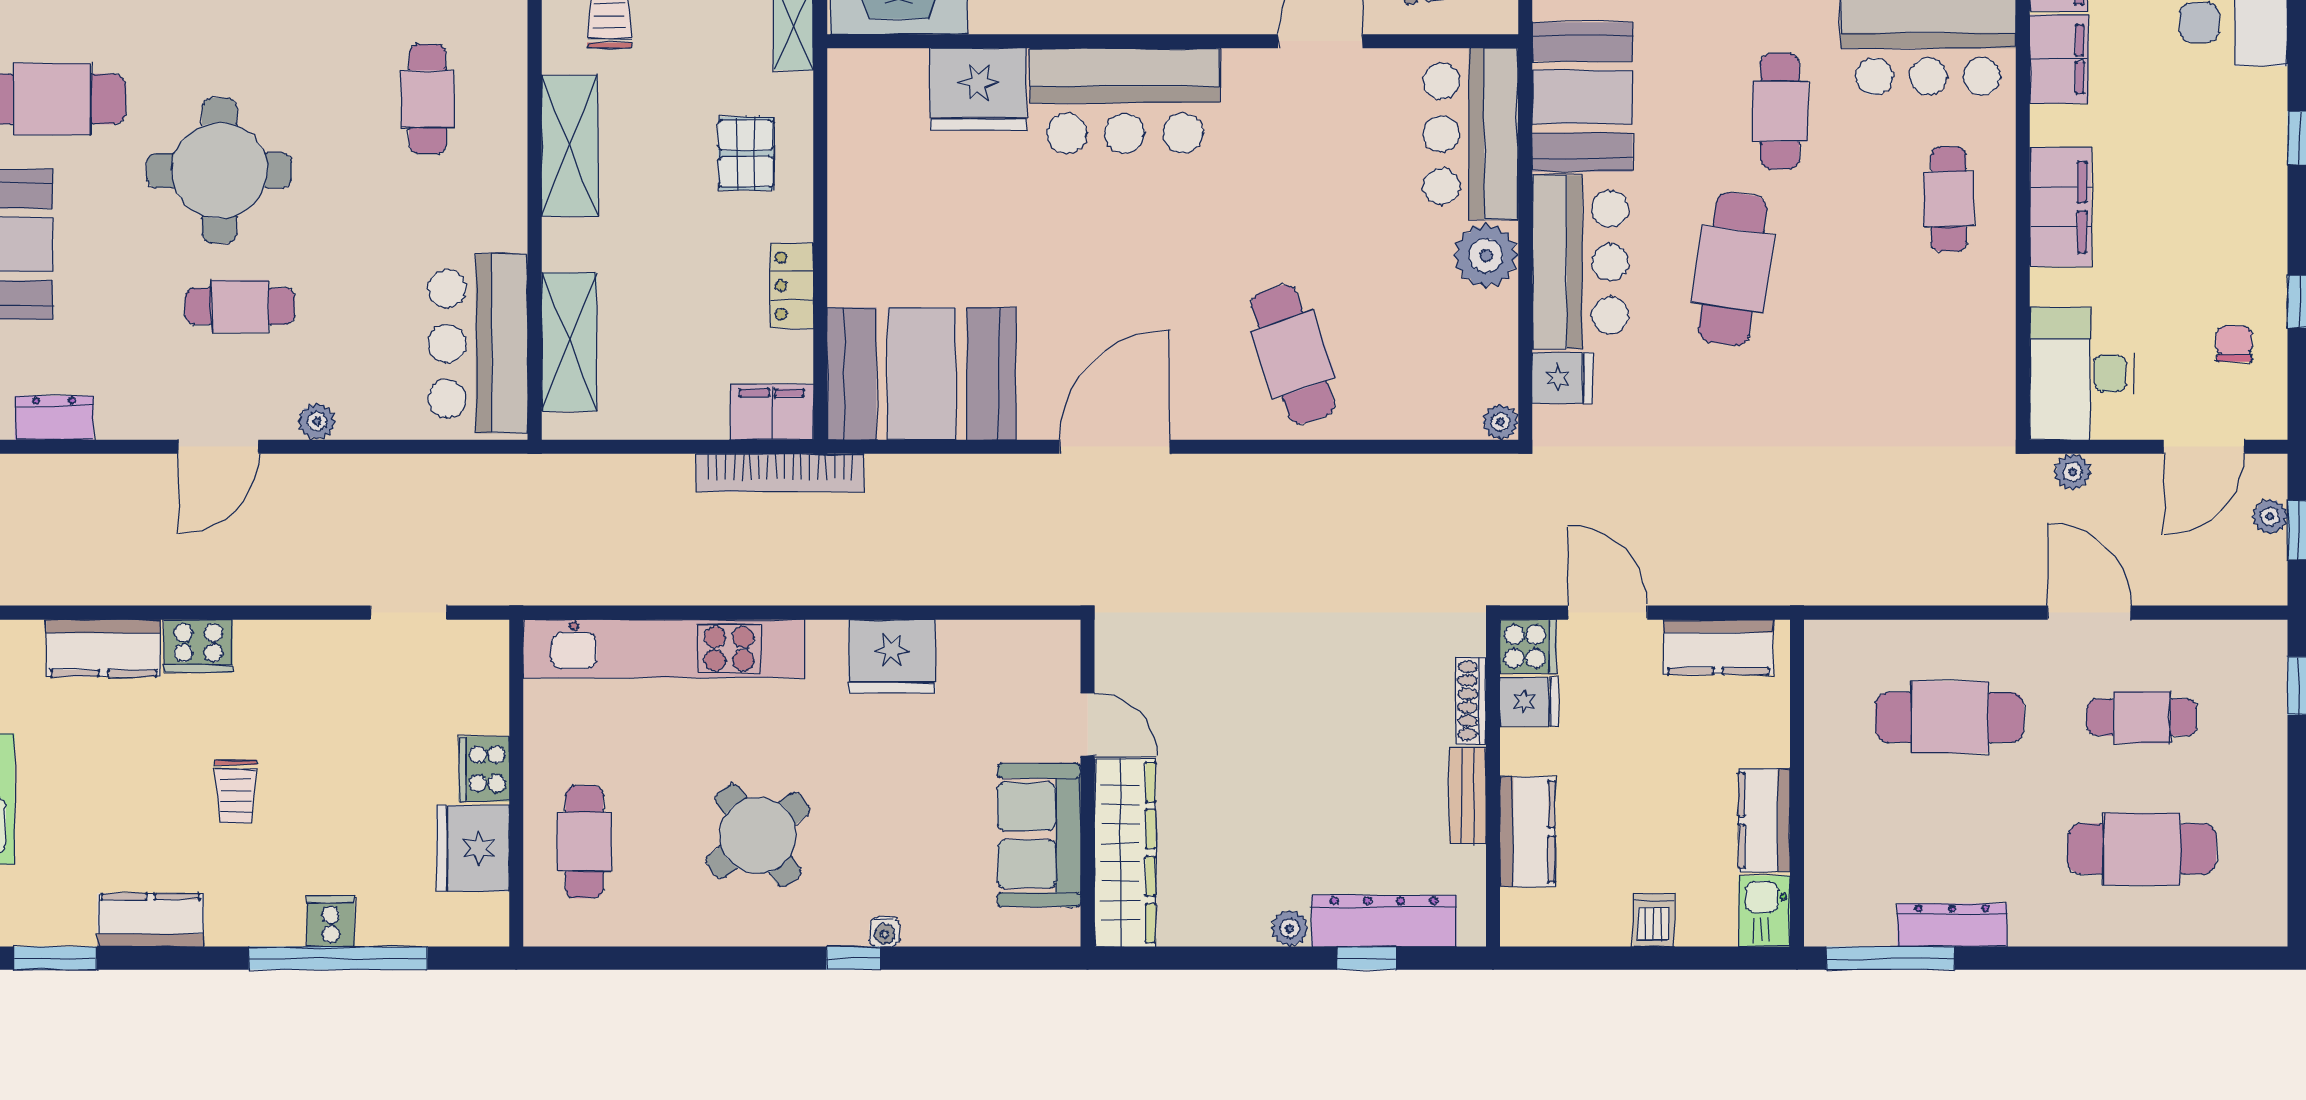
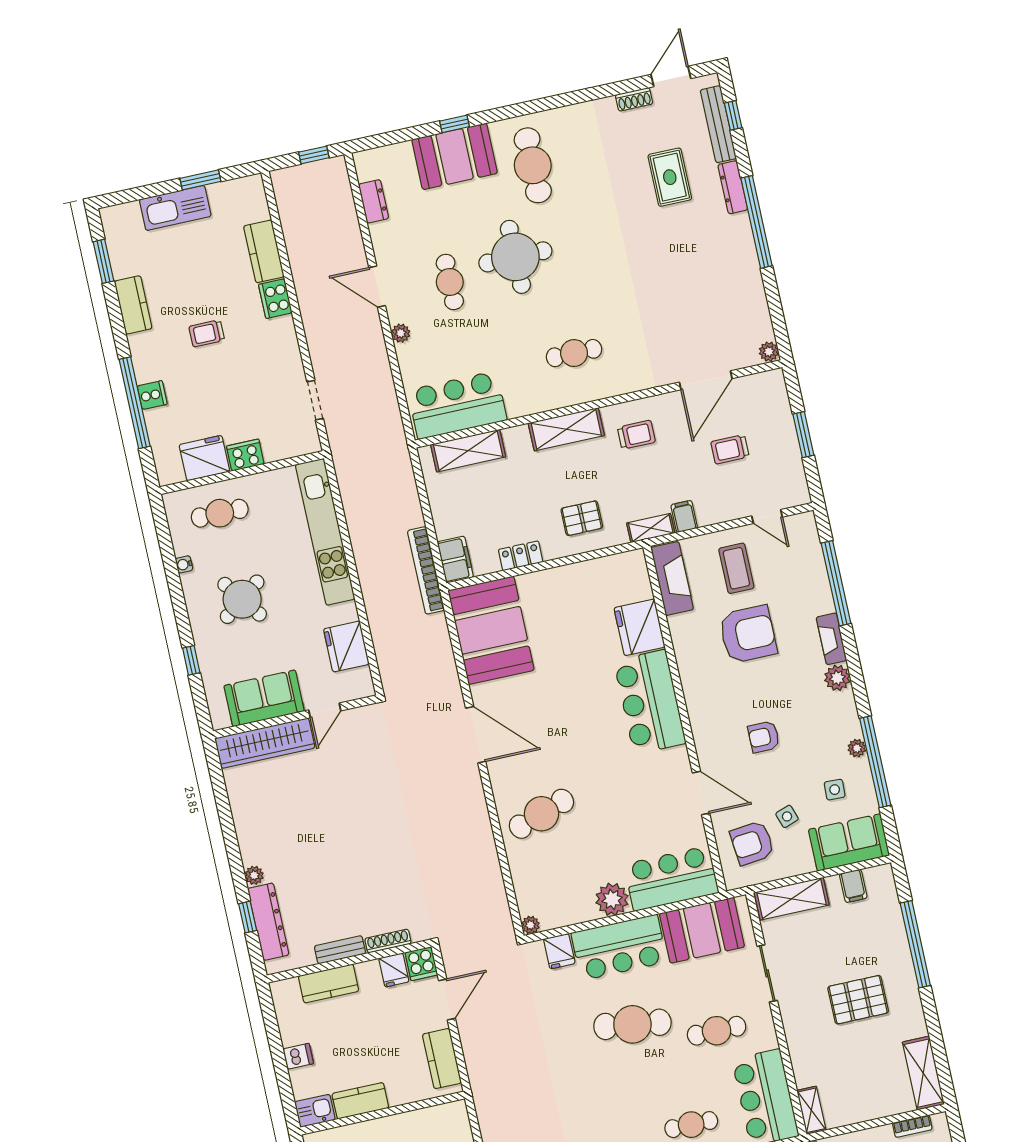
door: (1088, 724) -> (325, 710), moved
wall: (1088, 783) -> (295, 717), moved
sofa: (1039, 835) -> (264, 698), moved
wardrobe: (1125, 853) -> (265, 743), moved
water cooler: (884, 932) -> (184, 564), moved

